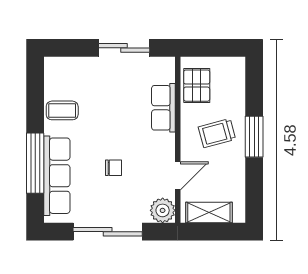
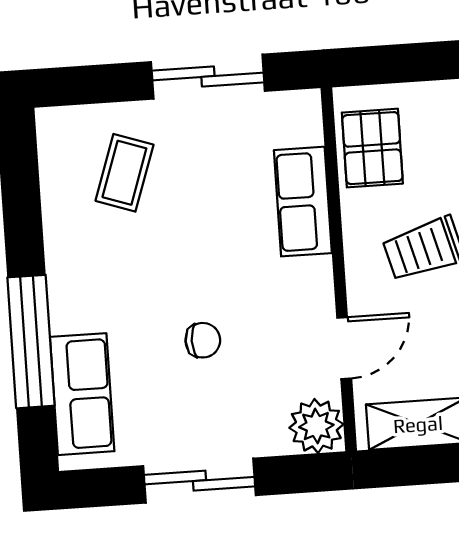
coffee table: (62, 110) -> (124, 173), moved, turned -71
row of seats: (57, 176) -> (82, 394), width x0.68
sliding door: (108, 232) -> (199, 481), width x0.73

